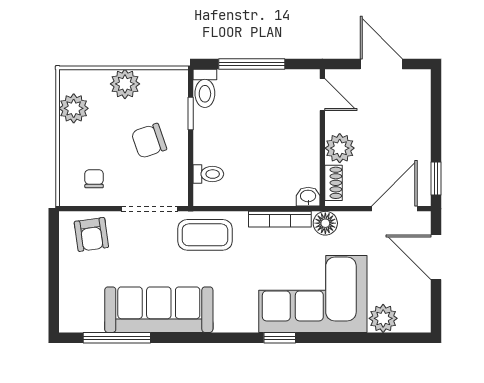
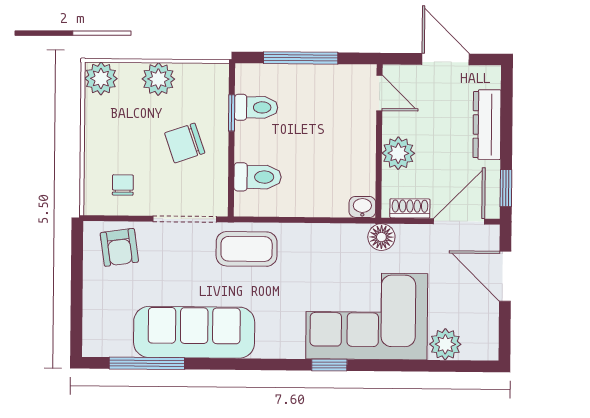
toilet: (205, 88) -> (256, 107), moved, turned -90
plant: (74, 108) -> (101, 79), moved
dresser: (419, 122) -> (487, 125), added
toilet: (208, 174) -> (258, 177), width x1.37, depth x1.39
shoe rack: (334, 183) -> (410, 208), moved, turned -90
bookcase: (280, 219) -> (331, 232), removed

